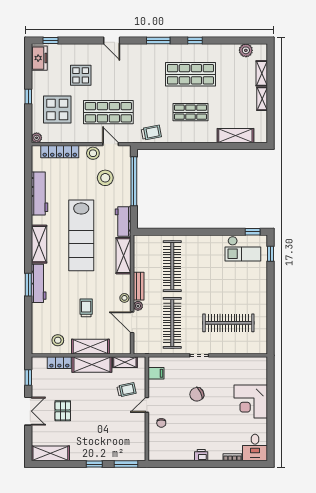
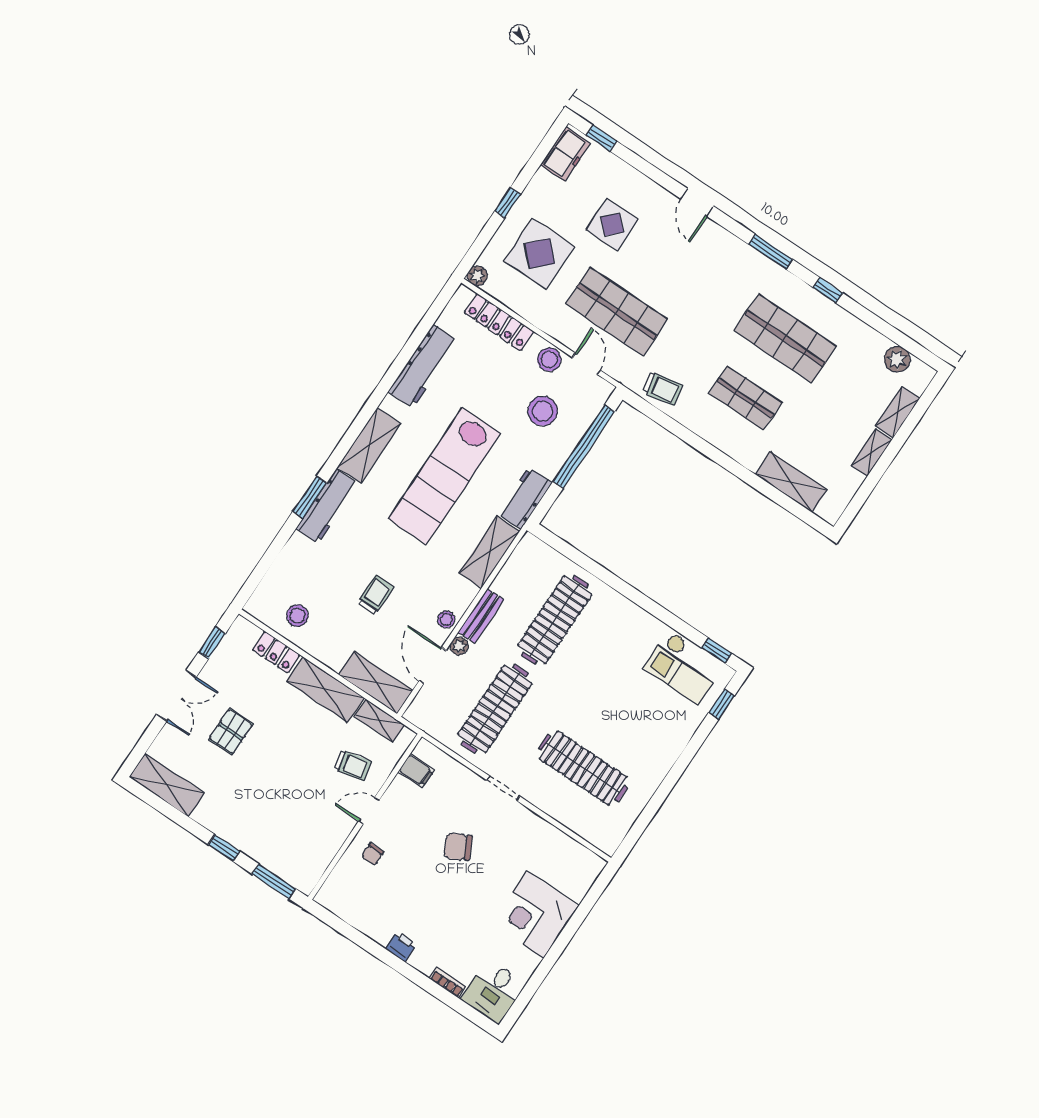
shelving: (90, 347) -> (376, 683), moved

